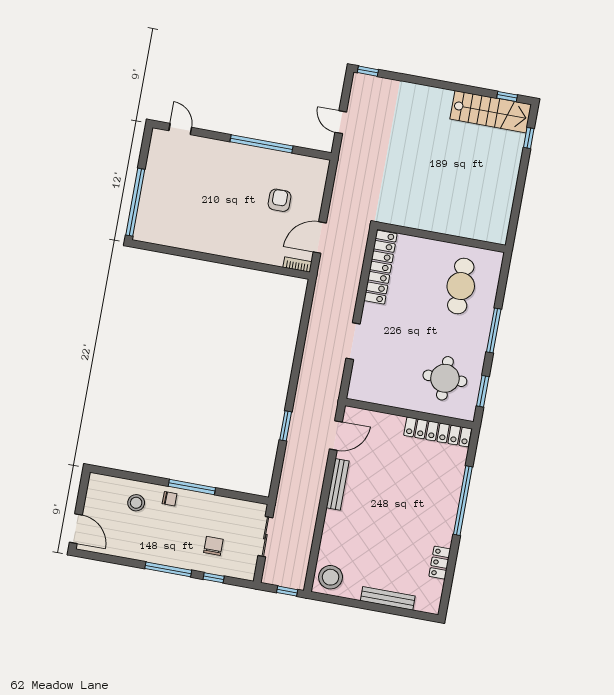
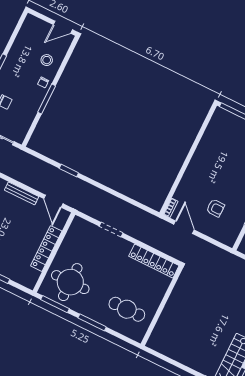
round table: (445, 378) -> (70, 282), width x1.36, depth x1.36
window: (483, 391) -> (55, 304), width x1.44
locker: (438, 432) -> (46, 249), moved
door: (76, 529) -> (63, 27), moved

